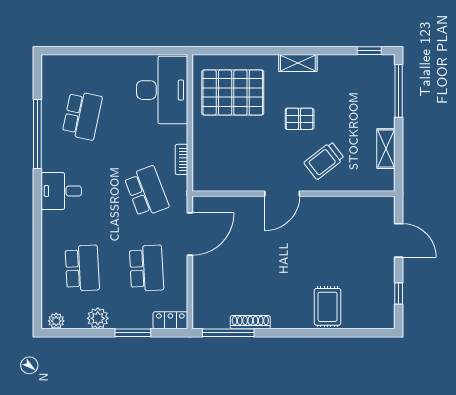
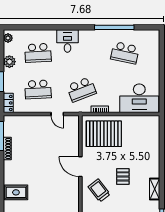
shelving: (298, 63) -> (155, 189), moved
pallet: (233, 93) -> (104, 134), moved, turned 90
desk: (61, 191) -> (67, 41), moved
door: (190, 234) -> (57, 114), width x0.53

